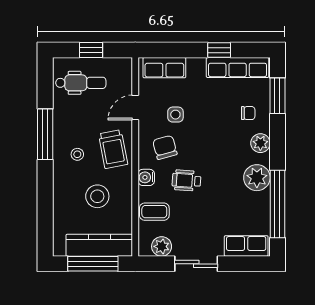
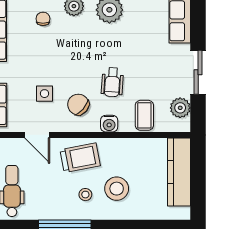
chair: (165, 147) -> (78, 104), turned 56
stool: (97, 196) -> (117, 189), moved
window: (93, 264) -> (198, 179), removed

